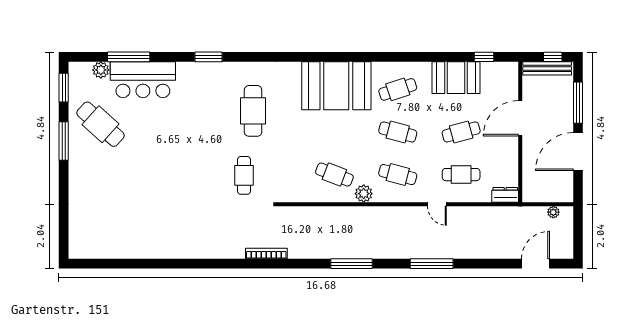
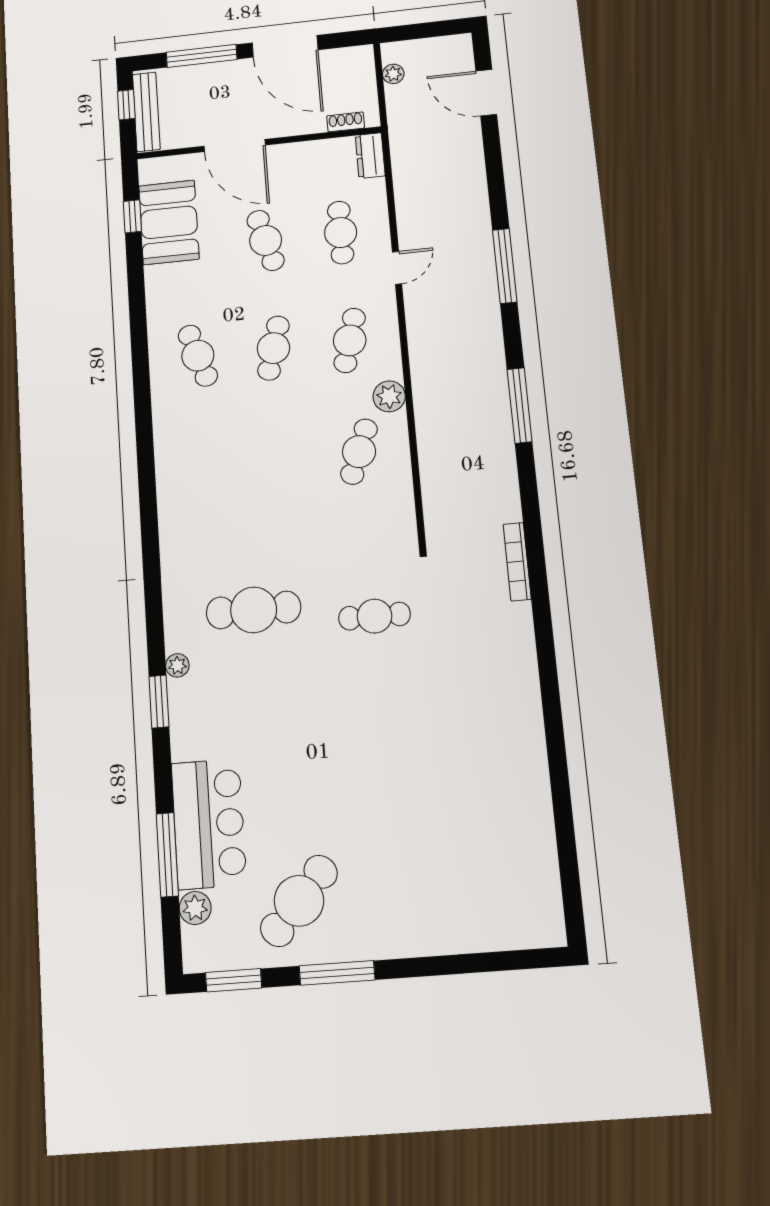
plant: (227, 68) -> (177, 665), added
booth: (456, 78) -> (169, 222), moved
booth: (336, 86) -> (198, 463), removed
shoe rack: (527, 183) -> (346, 122), added

